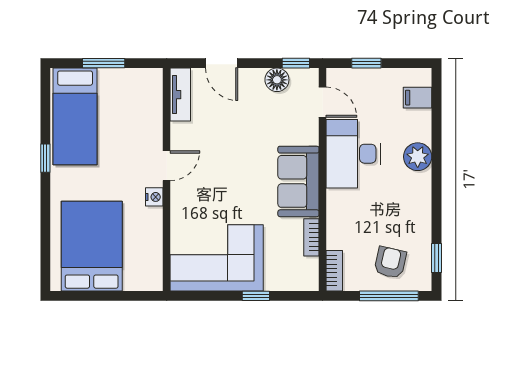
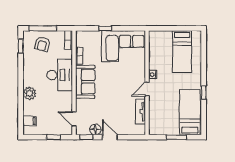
door: (222, 63) -> (110, 137), moved
tv unit: (180, 95) -> (141, 112), moved
desk: (353, 154) -> (60, 75), moved
bed: (92, 246) -> (182, 52), width x0.67

